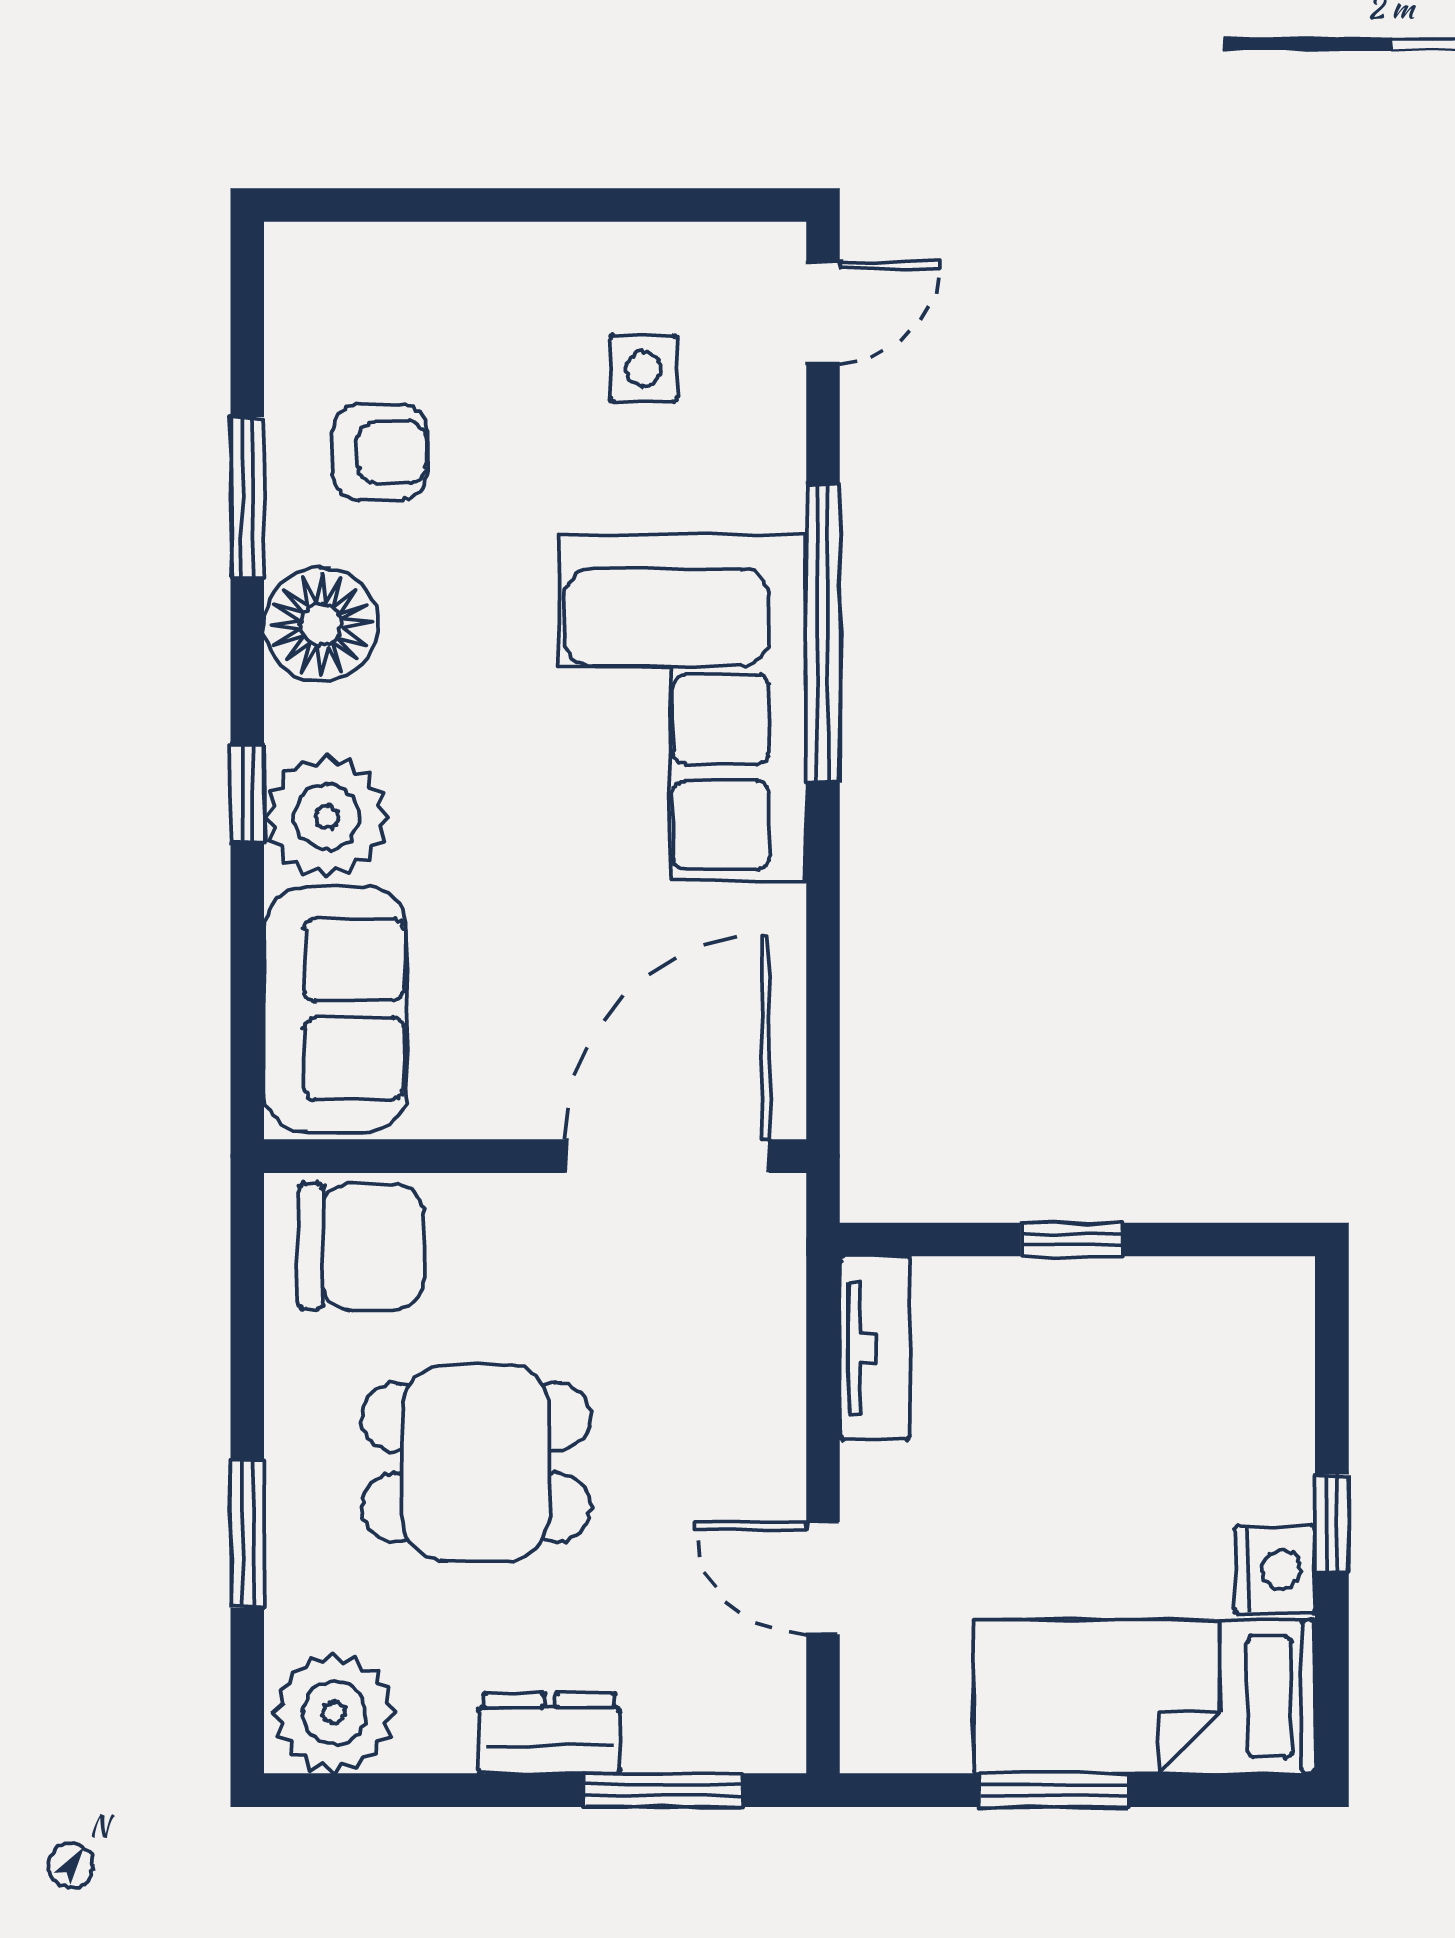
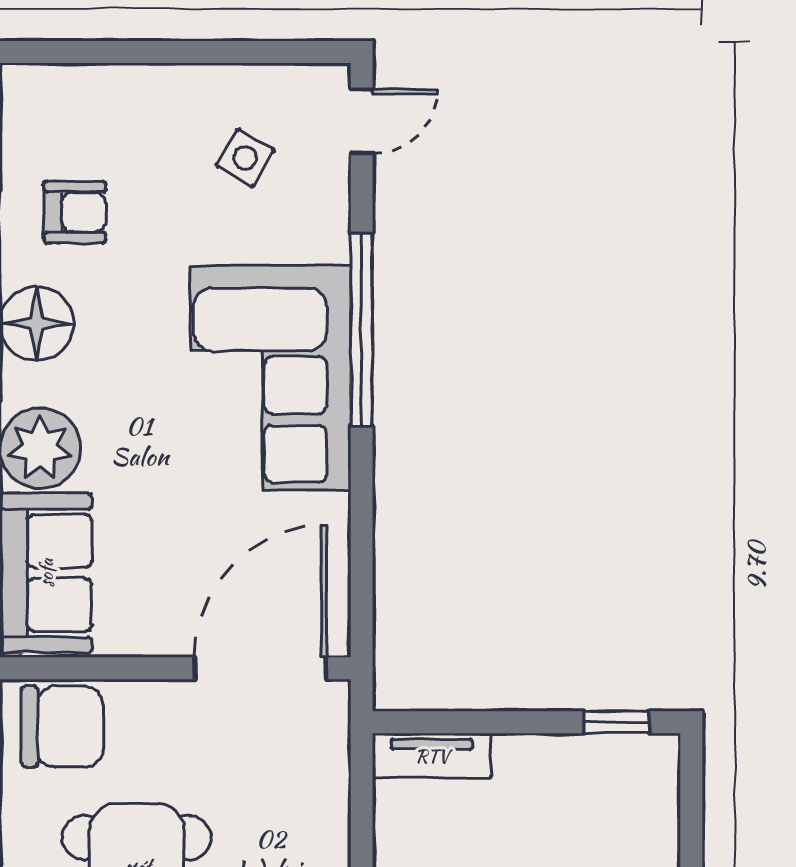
side table: (643, 369) -> (245, 158), turned 31
window: (1072, 1240) -> (616, 722), moved
tv unit: (875, 1348) -> (432, 756), moved, turned 90

